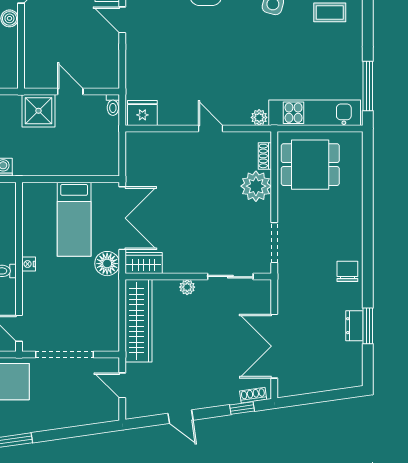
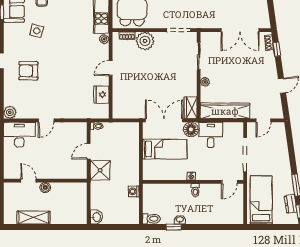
fridge: (142, 113) -> (101, 95), moved
desk: (98, 297) -> (211, 135), added

